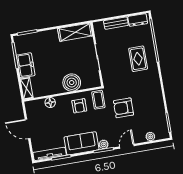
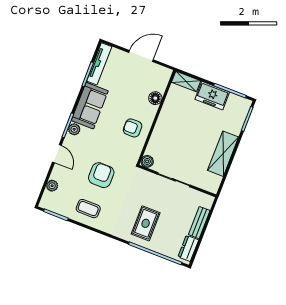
shelving: (75, 32) -> (223, 154), moved
rug: (138, 59) -> (146, 223), turned 90
boiler: (72, 83) -> (147, 161), moved, width x0.54, depth x0.54
coffee table: (98, 100) -> (88, 209), moved

